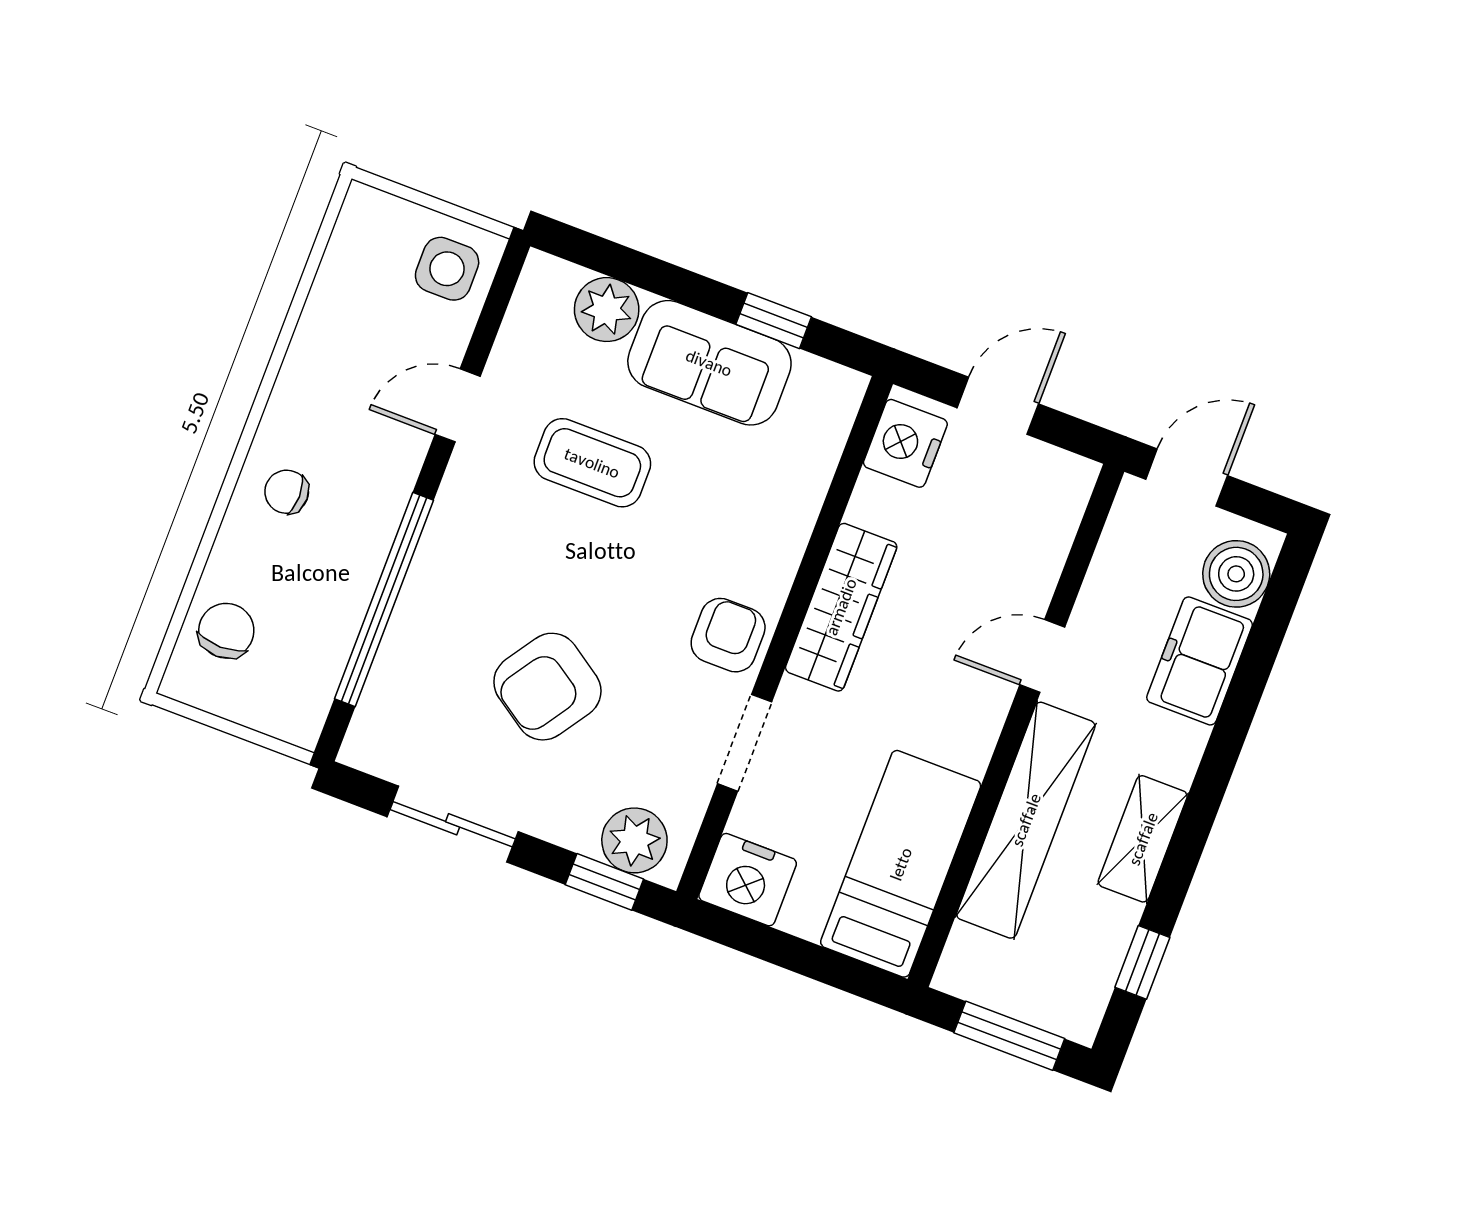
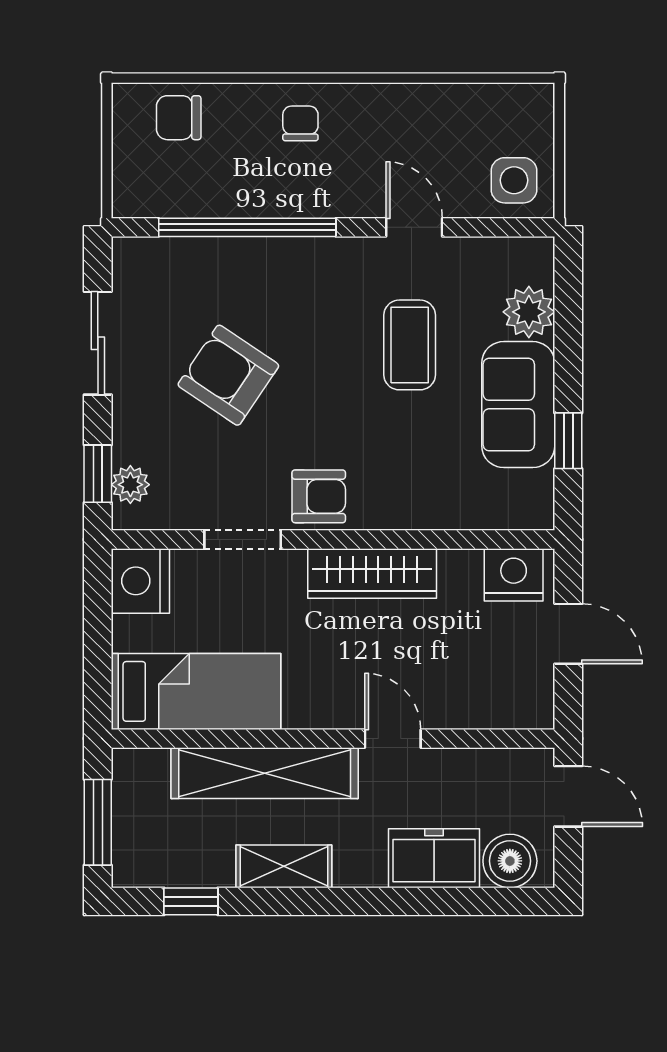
chair: (226, 631) -> (179, 118), turned 180
plant: (634, 840) -> (130, 485), width x0.73, depth x0.73

